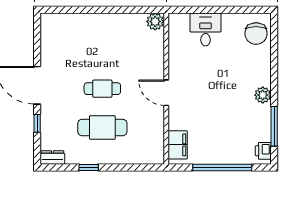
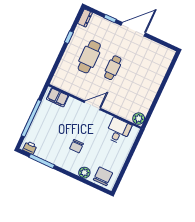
desk: (205, 29) -> (118, 131), moved, turned -90
chair: (256, 34) -> (103, 176), turned 90
chair: (232, 88) -> (76, 146), added
plant: (263, 95) -> (84, 173), moved

